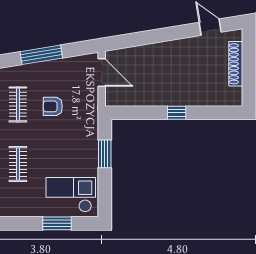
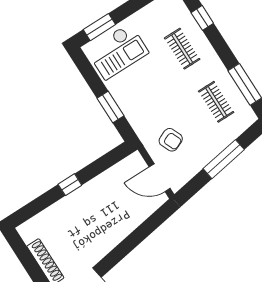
armchair: (53, 106) -> (171, 140), moved, turned 67
window: (57, 223) -> (99, 27), moved

